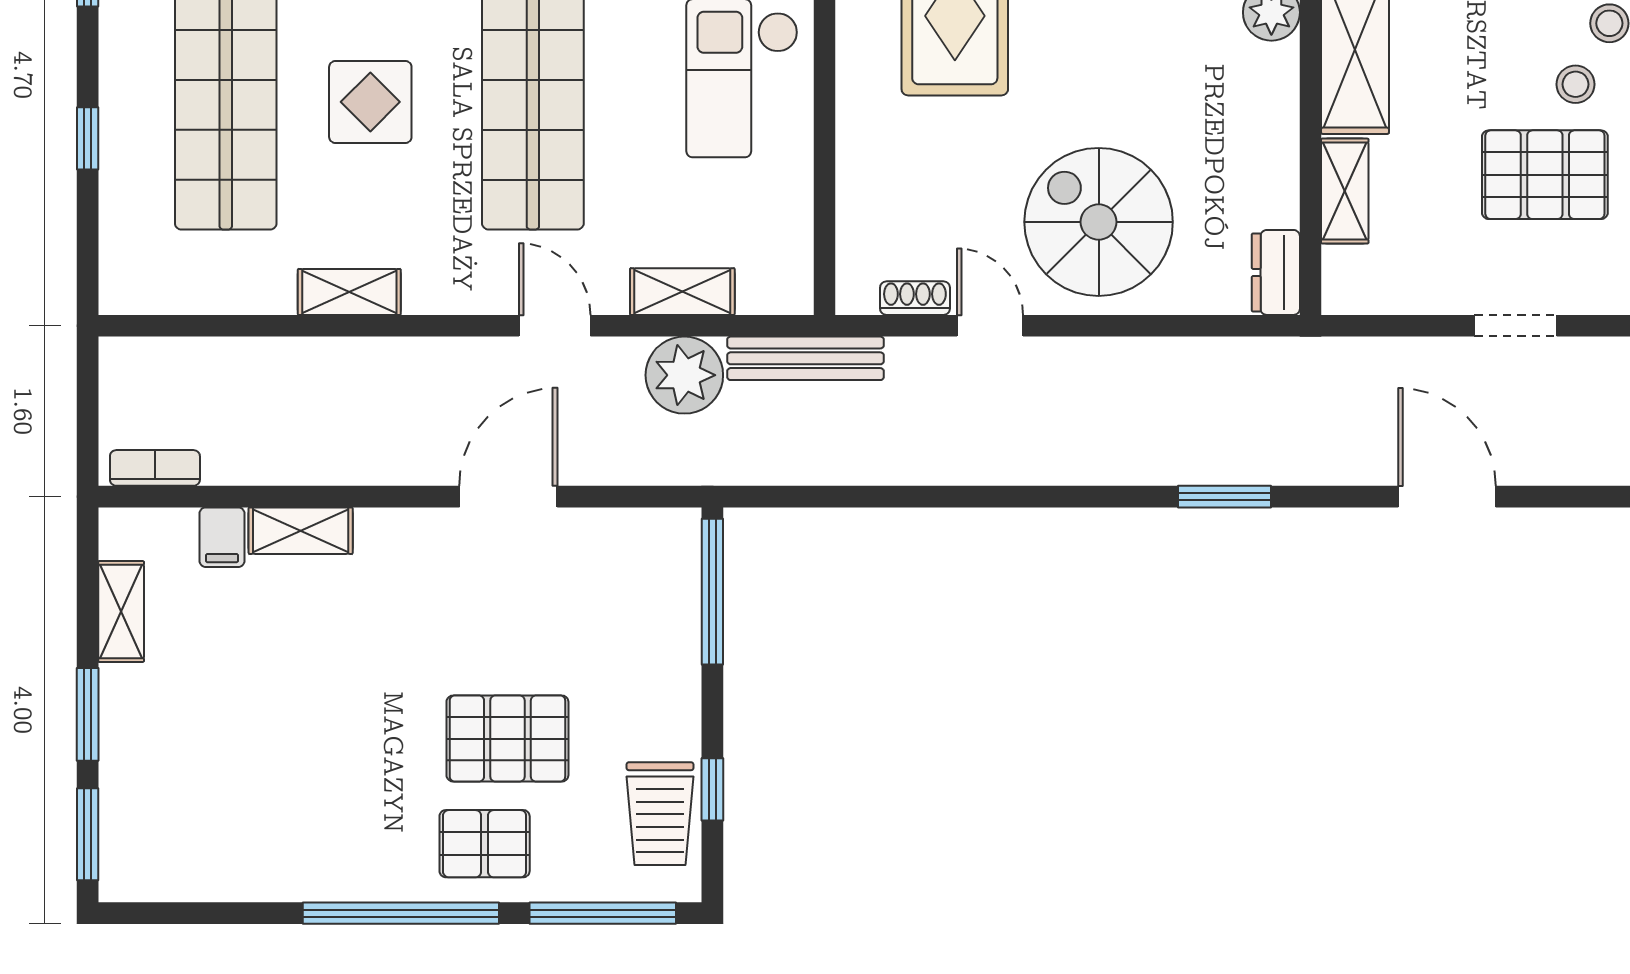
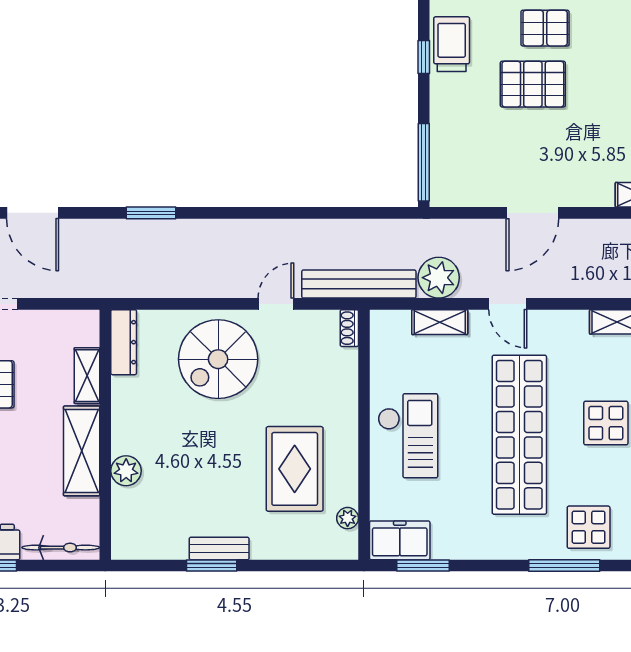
spiral stairs: (1099, 222) -> (218, 359), turned 90
dresser: (1276, 272) -> (124, 342), width x1.44
shoe rack: (915, 298) -> (349, 328), moved, turned 90
door: (990, 326) -> (276, 304), swing flipped
bench: (806, 358) -> (359, 284), width x1.37, depth x1.21

